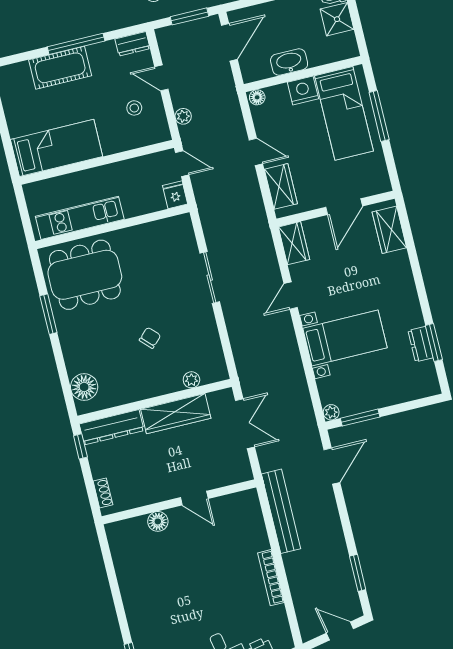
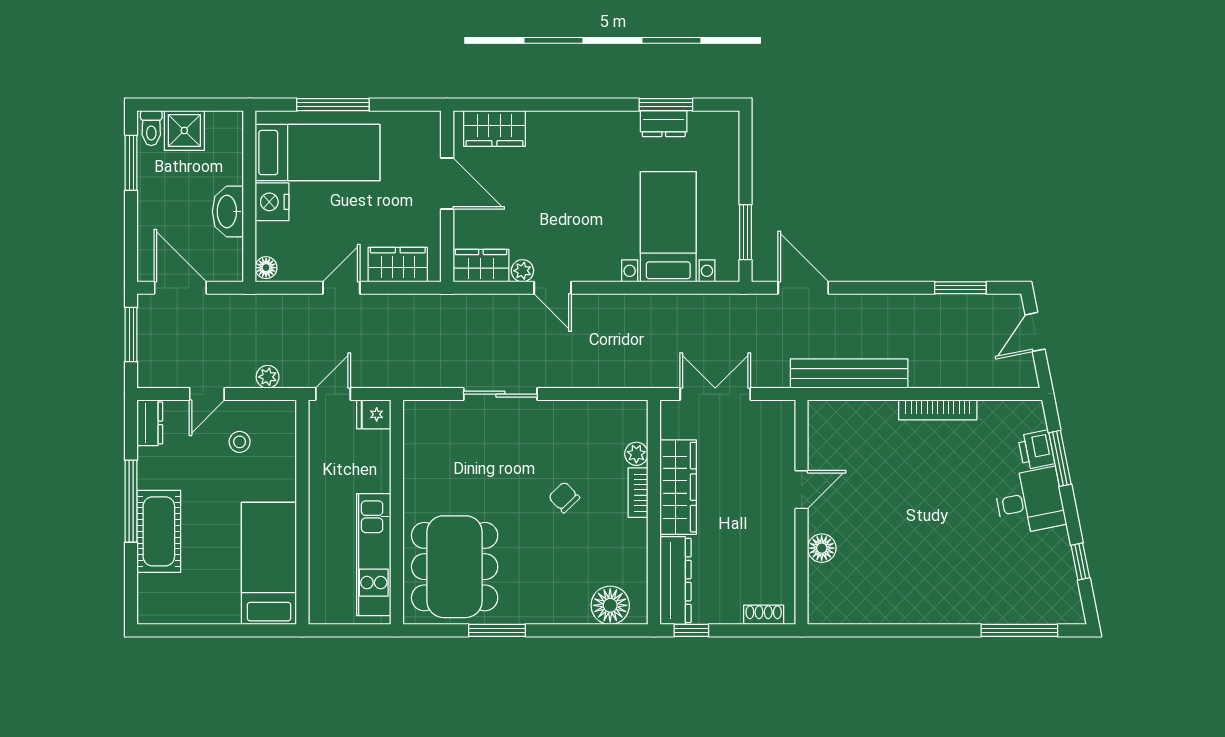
bed with nightstands: (345, 338) -> (668, 227), moved
bookcase: (165, 387) -> (638, 493), added
plant: (331, 412) -> (522, 271), moved

